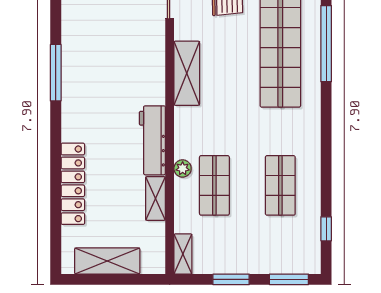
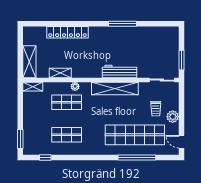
shelving: (187, 73) -> (115, 88), width x1.47
workbench: (152, 140) -> (119, 72), moved
shelving: (107, 261) -> (29, 62), moved
window: (231, 279) -> (20, 110), removed

